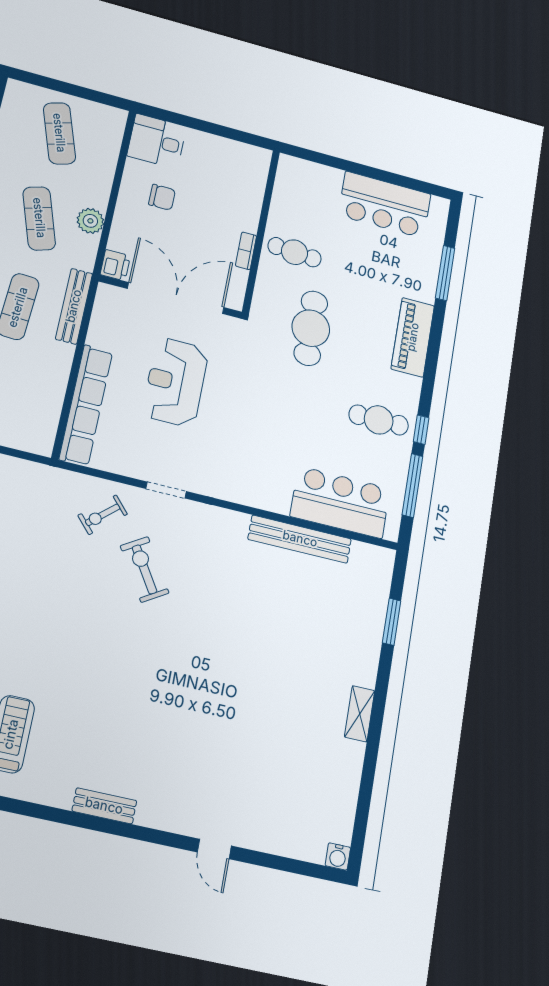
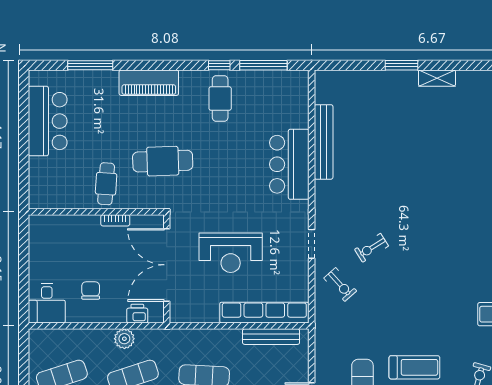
printer: (115, 265) -> (137, 314), moved
bench: (74, 306) -> (271, 337), moved
bar counter: (340, 502) -> (289, 164), moved
exercise bike: (145, 569) -> (372, 248), width x0.73, depth x0.72
window: (392, 622) -> (402, 65), moved

